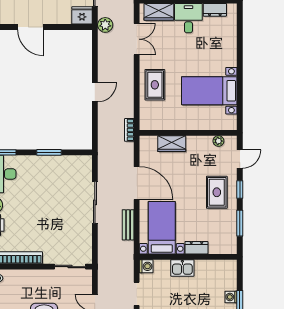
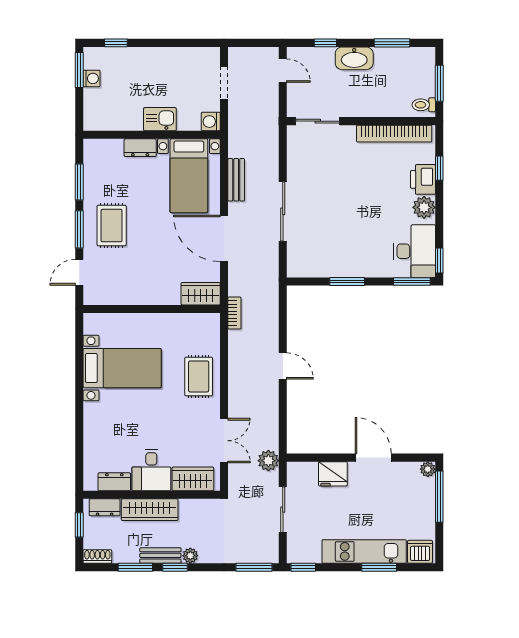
fridge: (82, 15) -> (333, 474), moved
double door: (137, 39) -> (224, 441), swing flipped
door: (95, 92) -> (283, 366), swing flipped
plant: (218, 141) -> (109, 297), removed
wardrobe: (172, 144) -> (201, 294), moved
window: (240, 190) -> (79, 229), width x1.50

